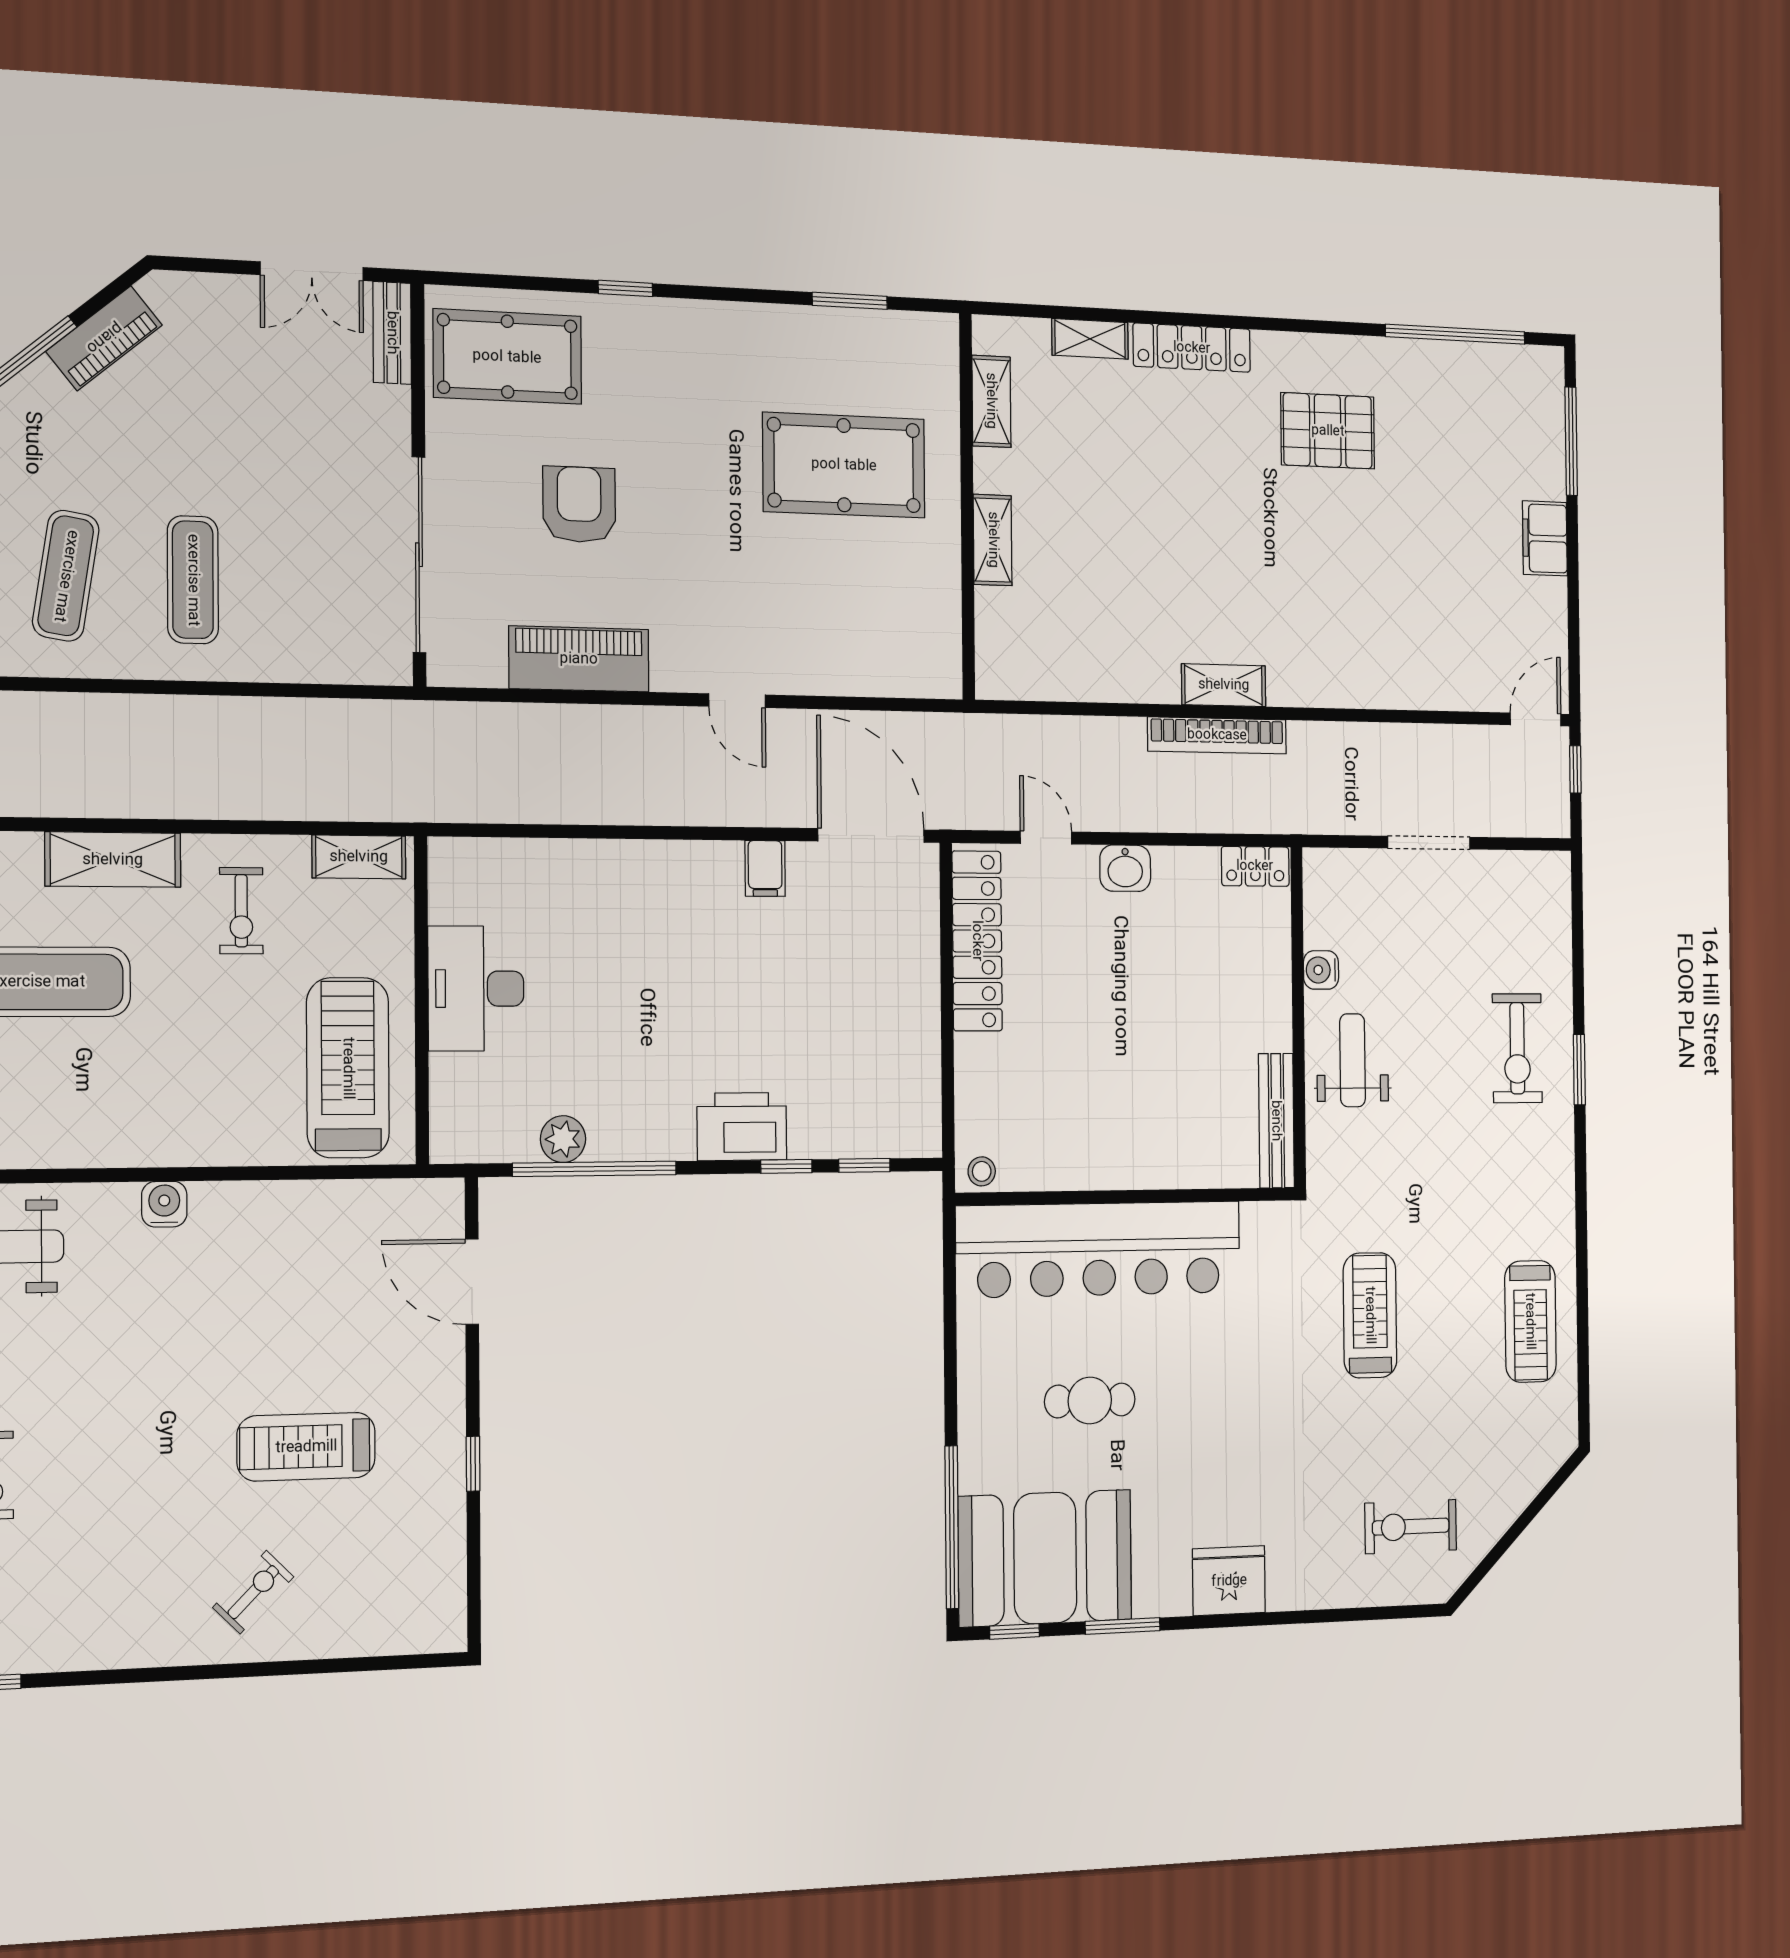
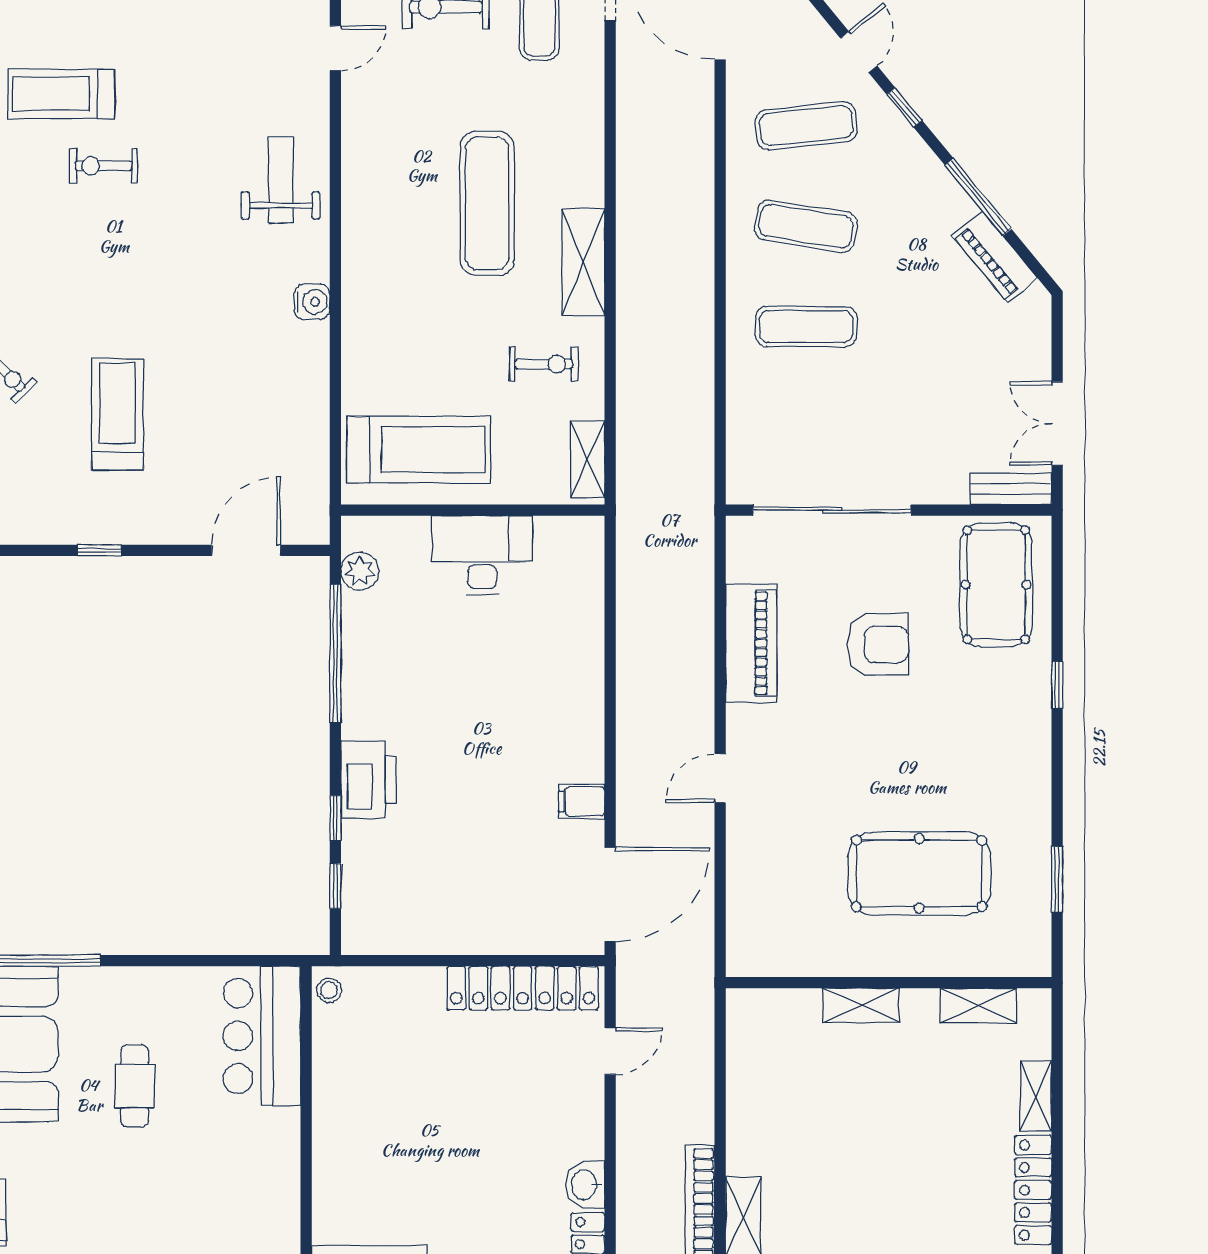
pool table: (844, 465) -> (919, 873), turned 90
washbasin: (1125, 868) -> (585, 1185), moved
exercise bike: (241, 911) -> (544, 364), turned 180
plant: (563, 1139) -> (360, 571), moved
bar counter: (1099, 1249) -> (262, 1036), width x0.54

